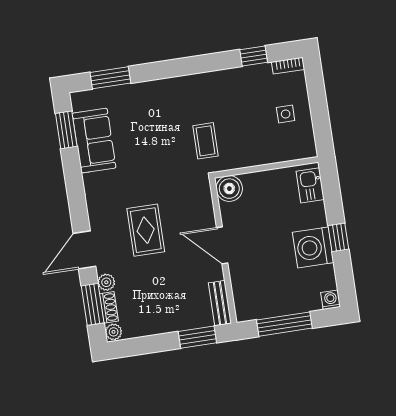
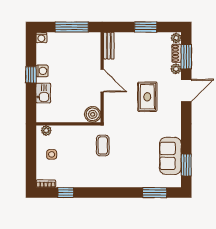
plant: (300, 151) -> (46, 131), added
kitchen sink: (310, 185) -> (43, 93), moved
washing machine: (313, 247) -> (42, 71), width x0.53, depth x0.53
window: (197, 337) -> (146, 27), moved

